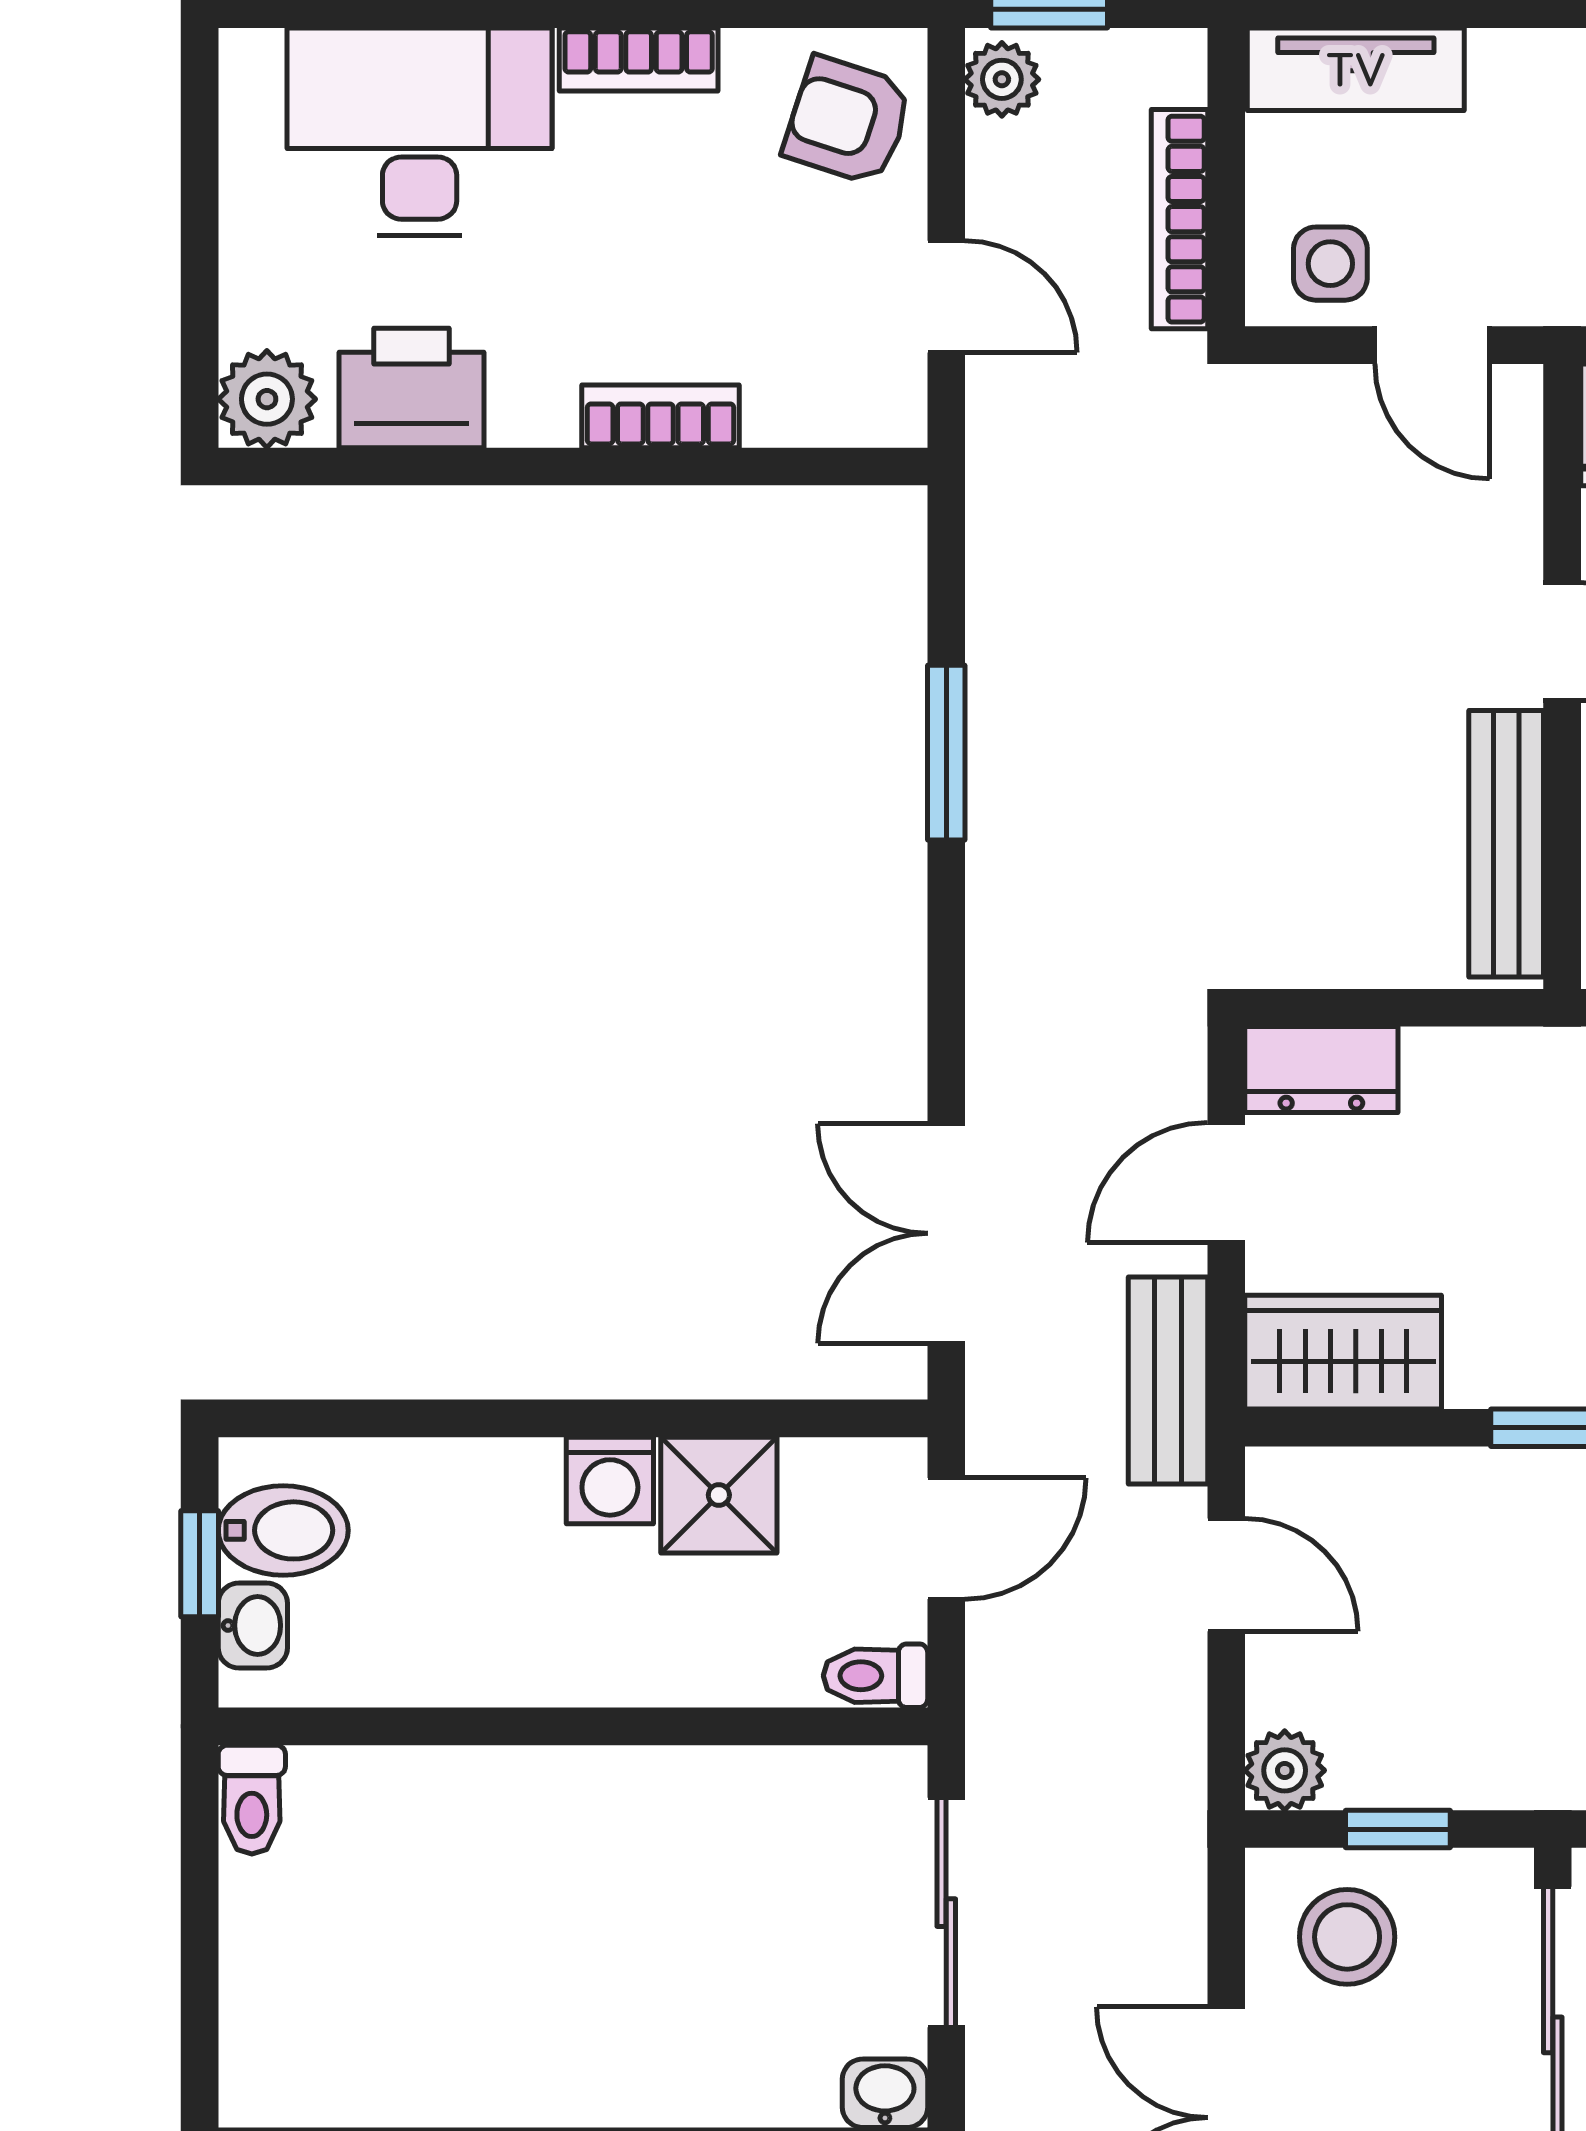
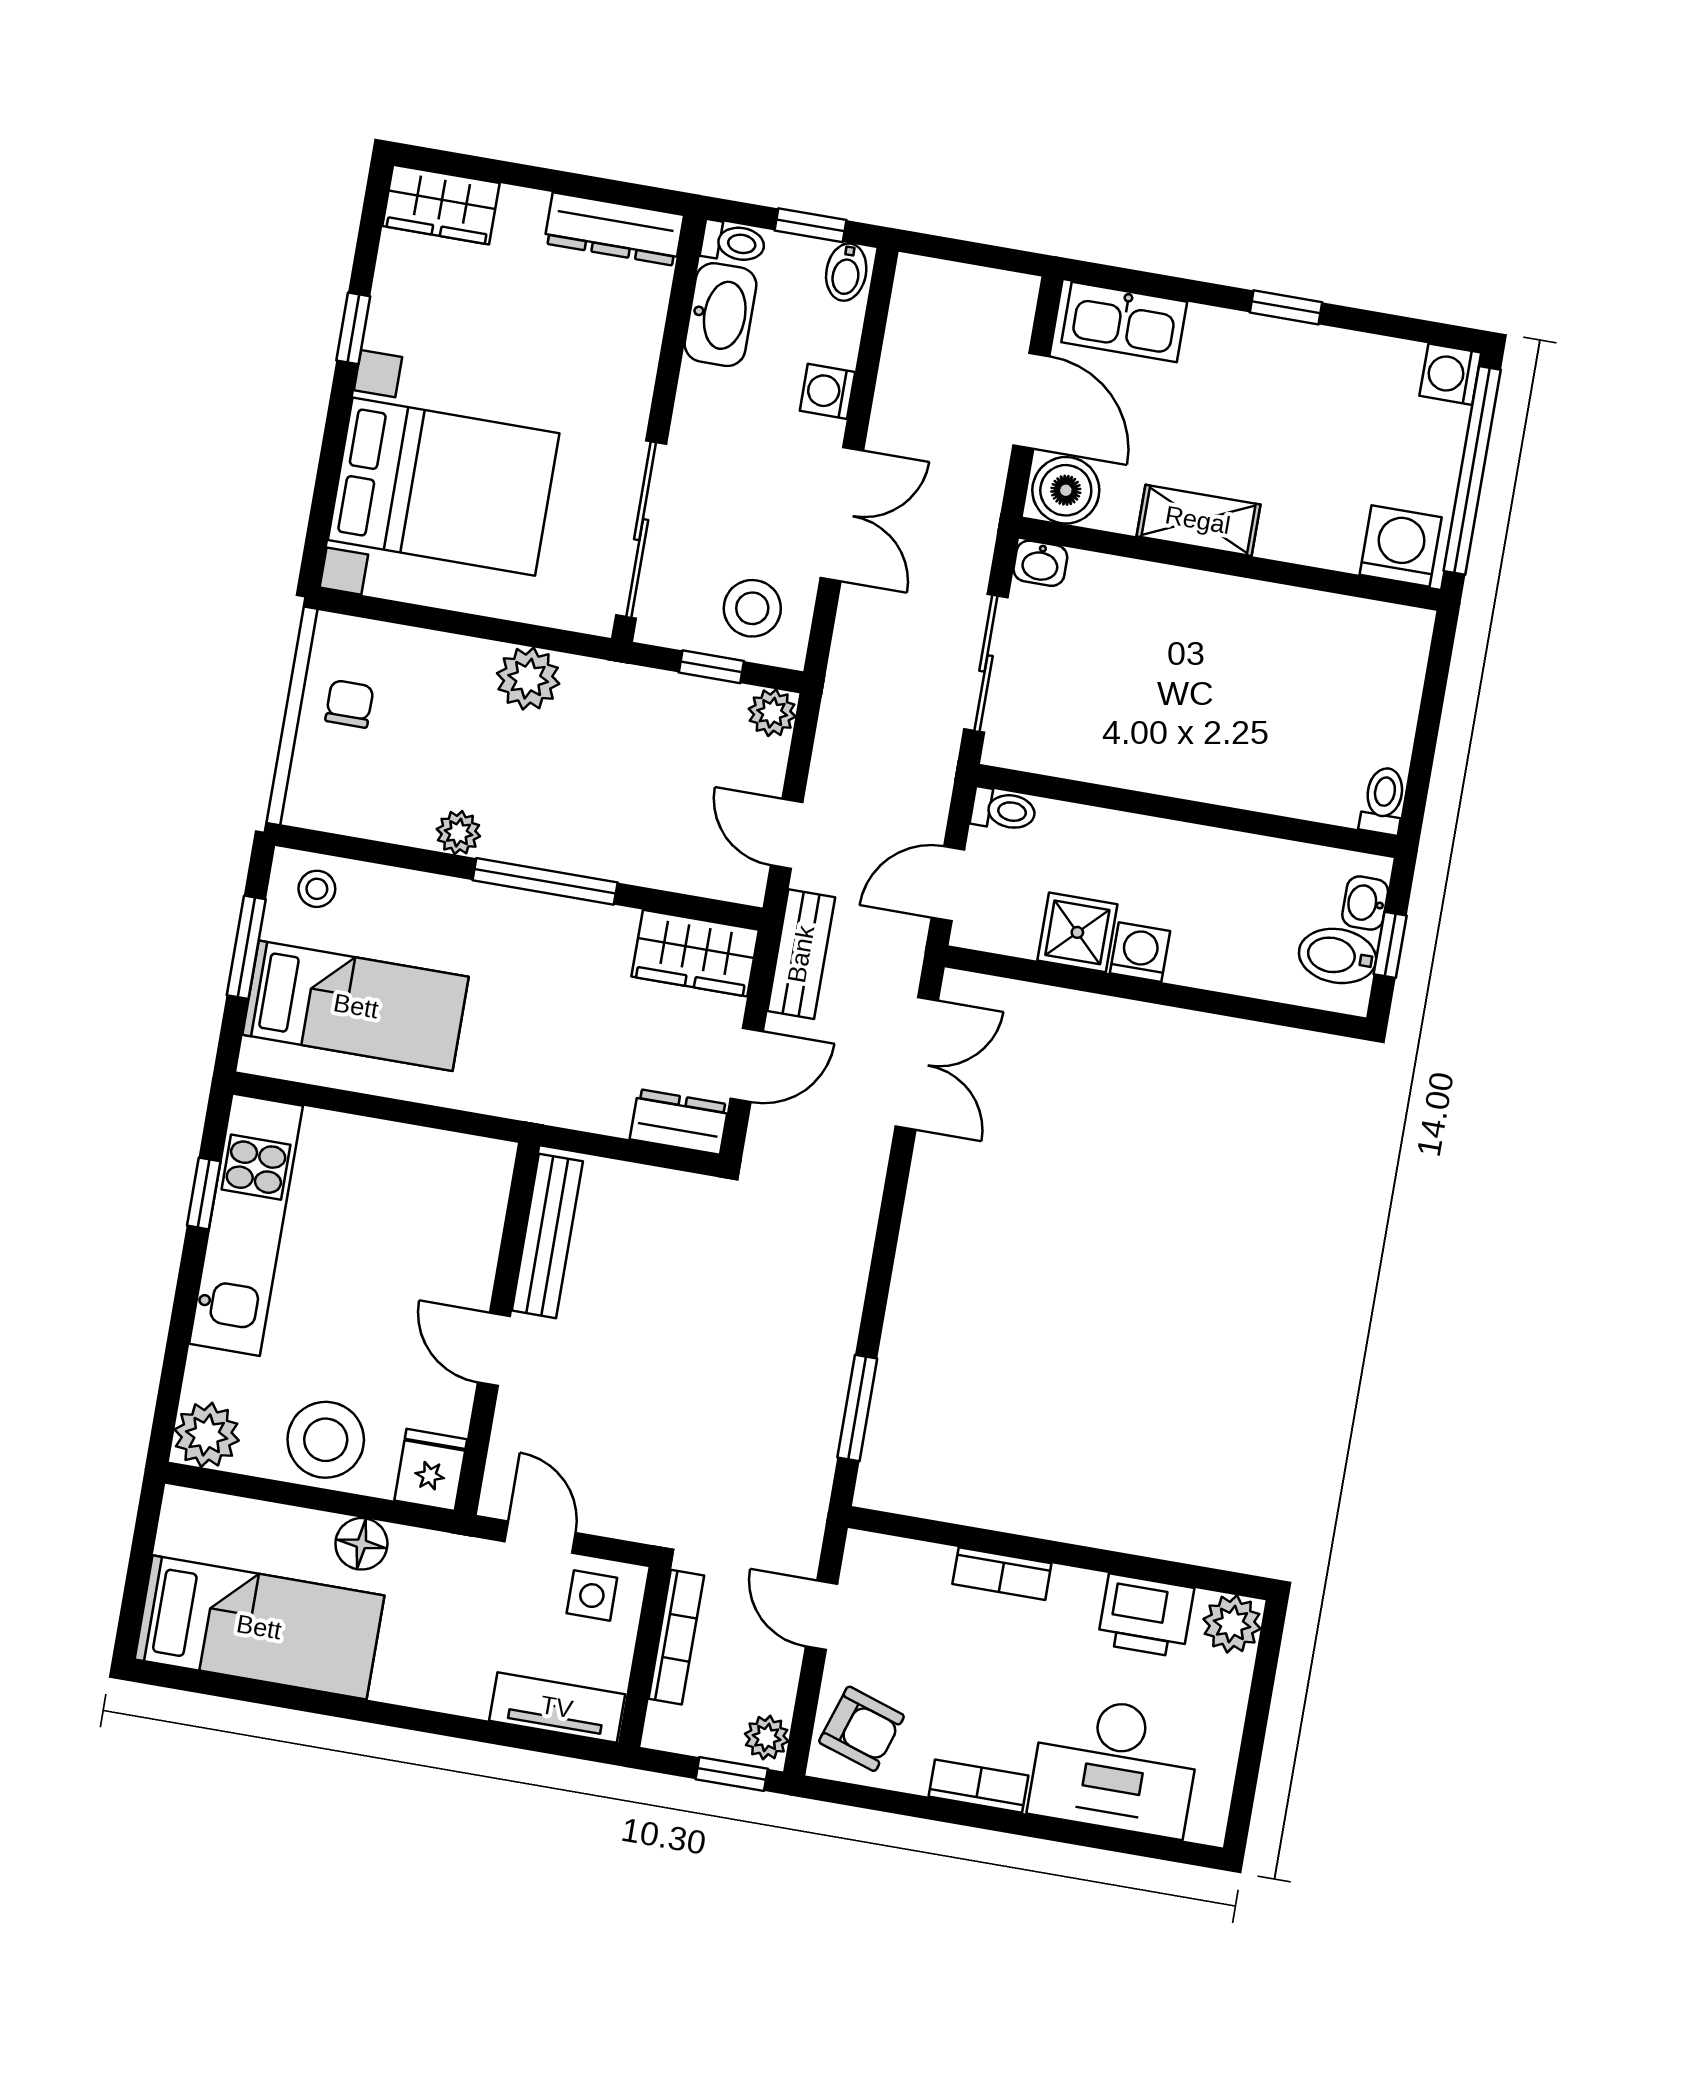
window: (946, 753) -> (857, 1408), moved

